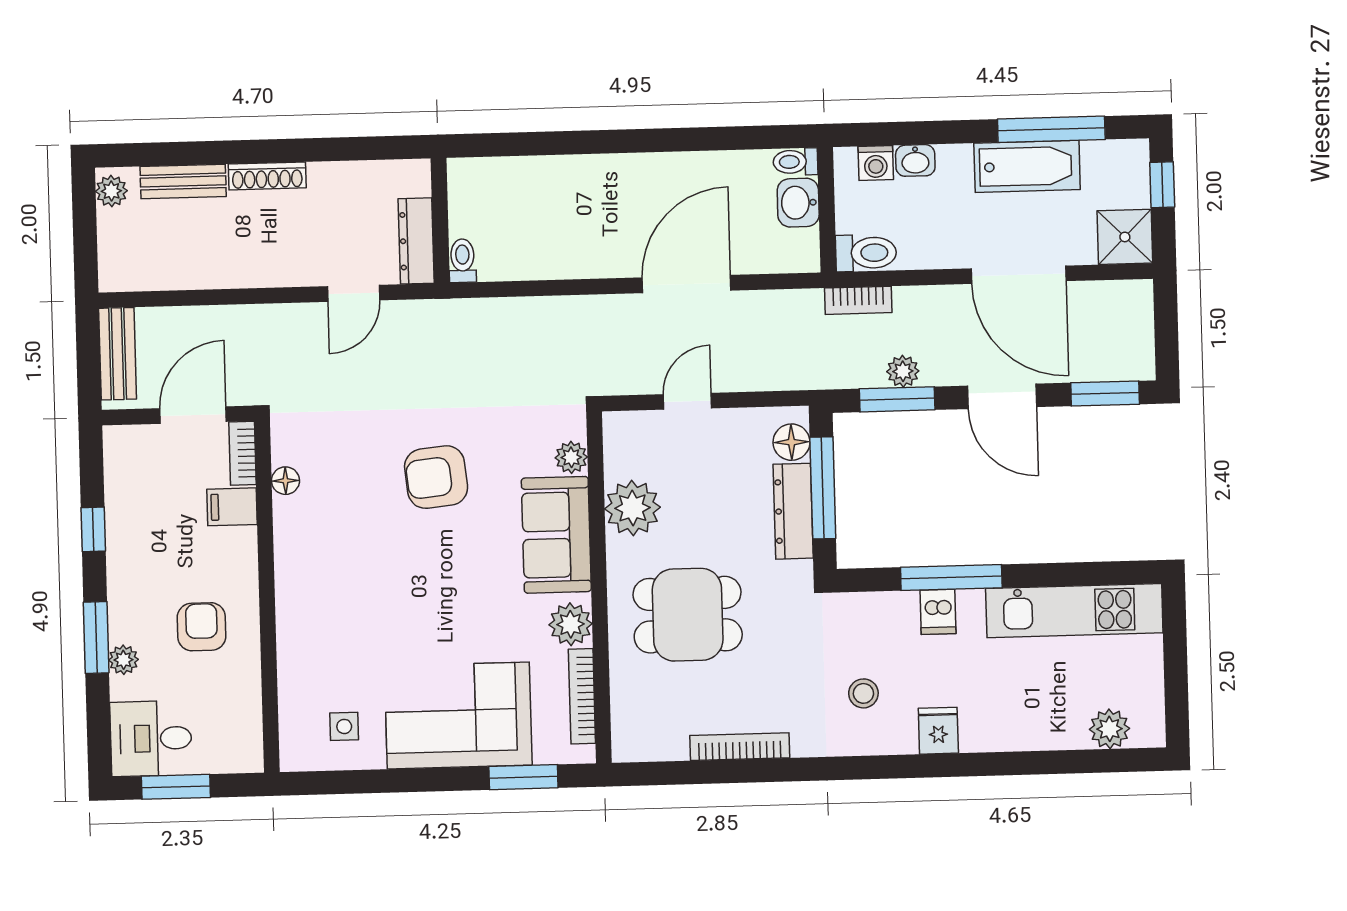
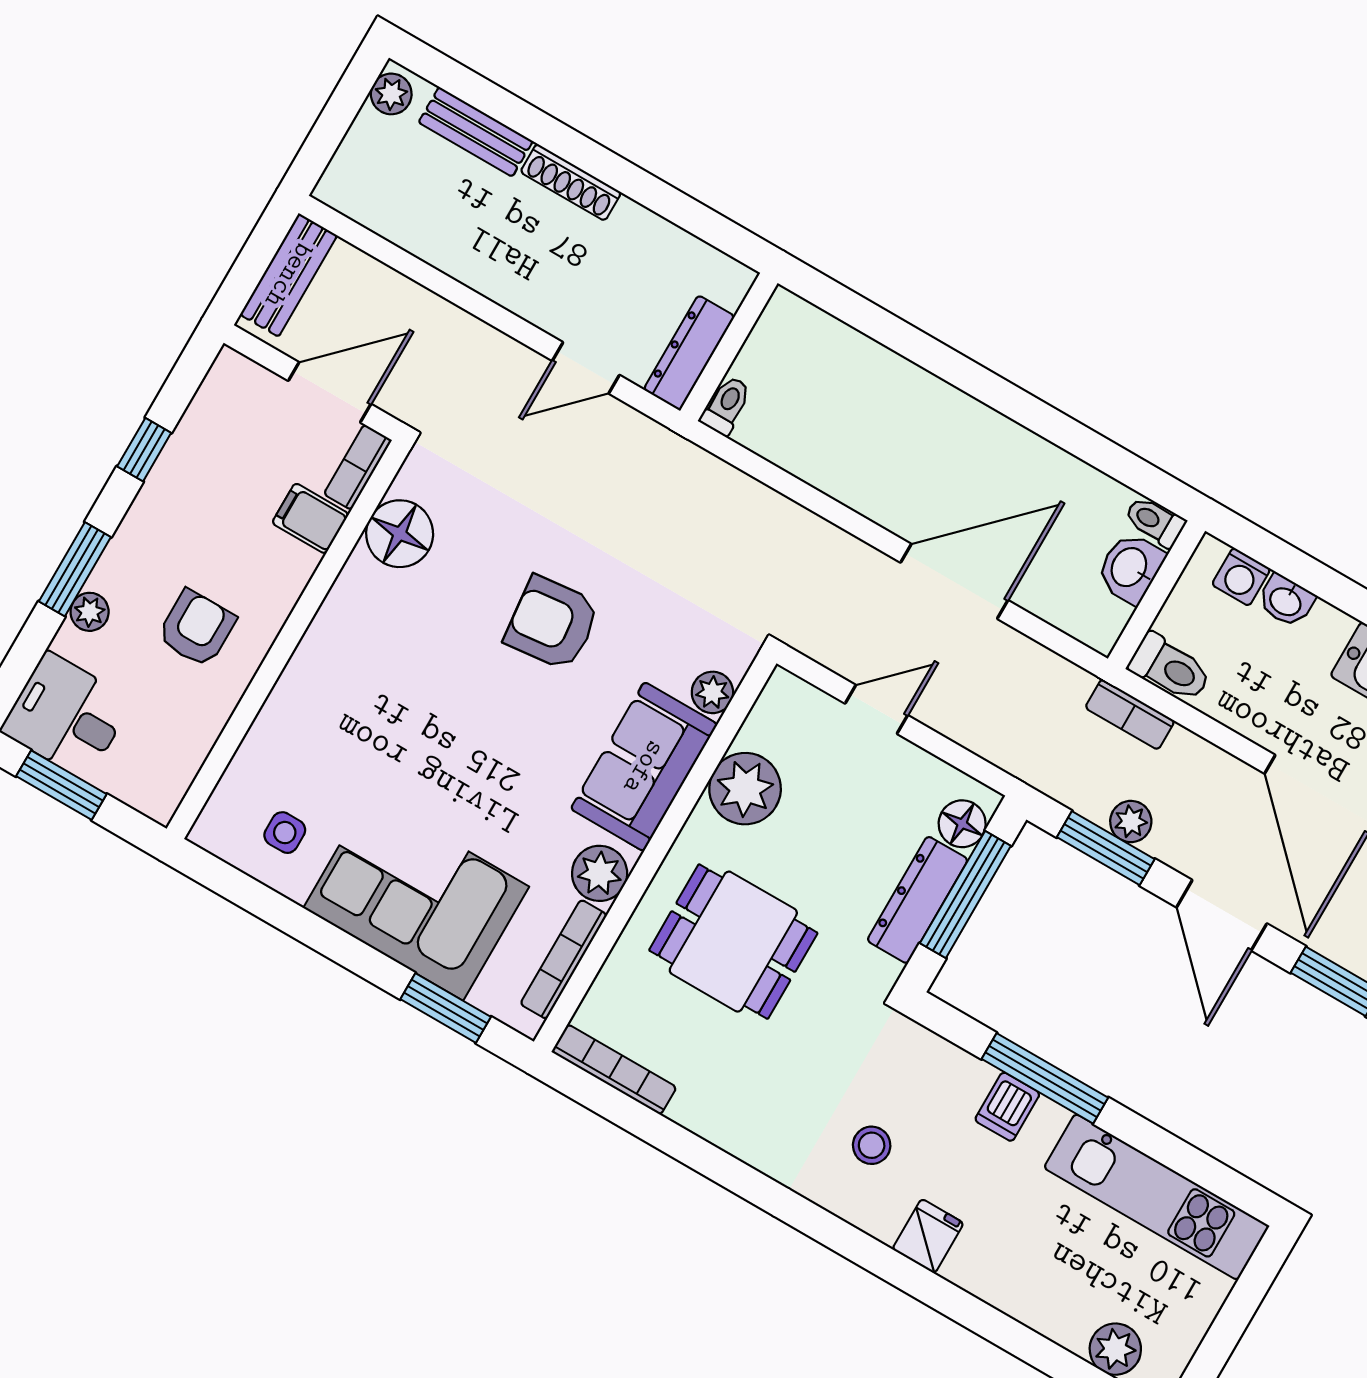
floor lamp: (285, 481) -> (400, 534), width x1.89, depth x1.89
bookcase: (740, 747) -> (614, 1070), moved

